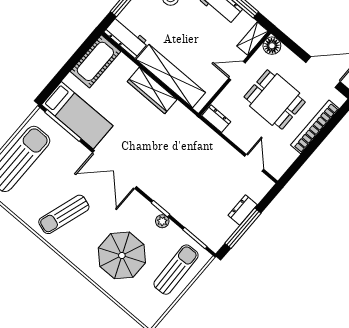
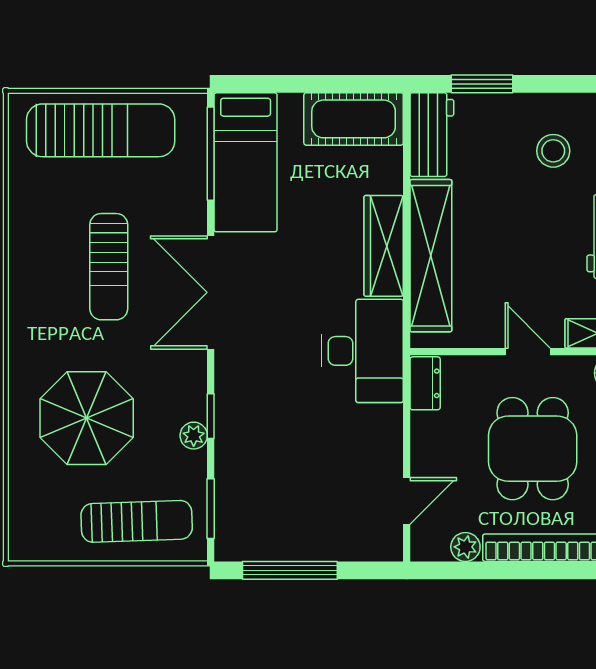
desk: (184, 132) -> (362, 351), added
plant: (290, 156) -> (465, 547), added
dresser: (243, 210) -> (318, 546), removed
sun lounger: (64, 214) -> (109, 267), moved, turned -108

